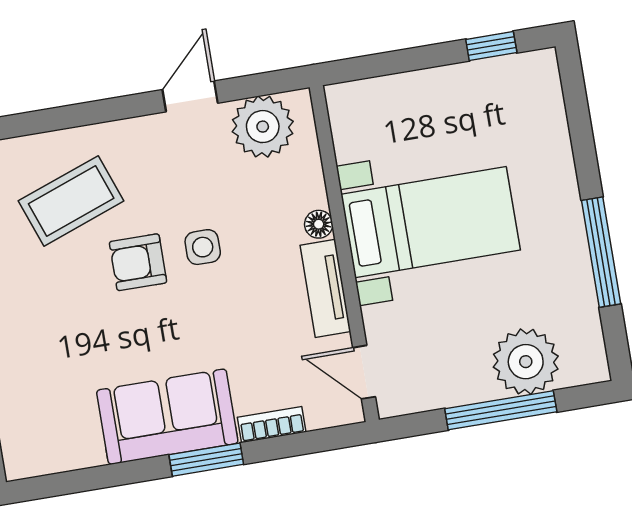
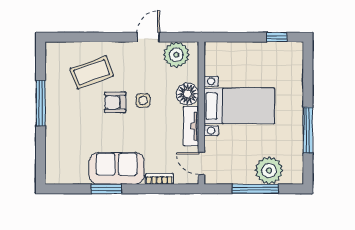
floor lamp: (319, 224) -> (188, 94), width x1.89, depth x1.89
window: (206, 460) -> (106, 189), moved

